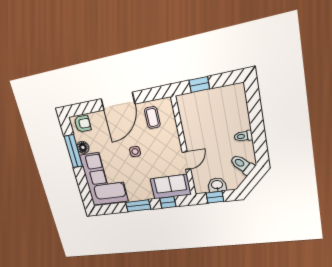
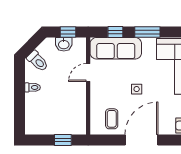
sofa: (171, 187) -> (116, 48), width x1.36

